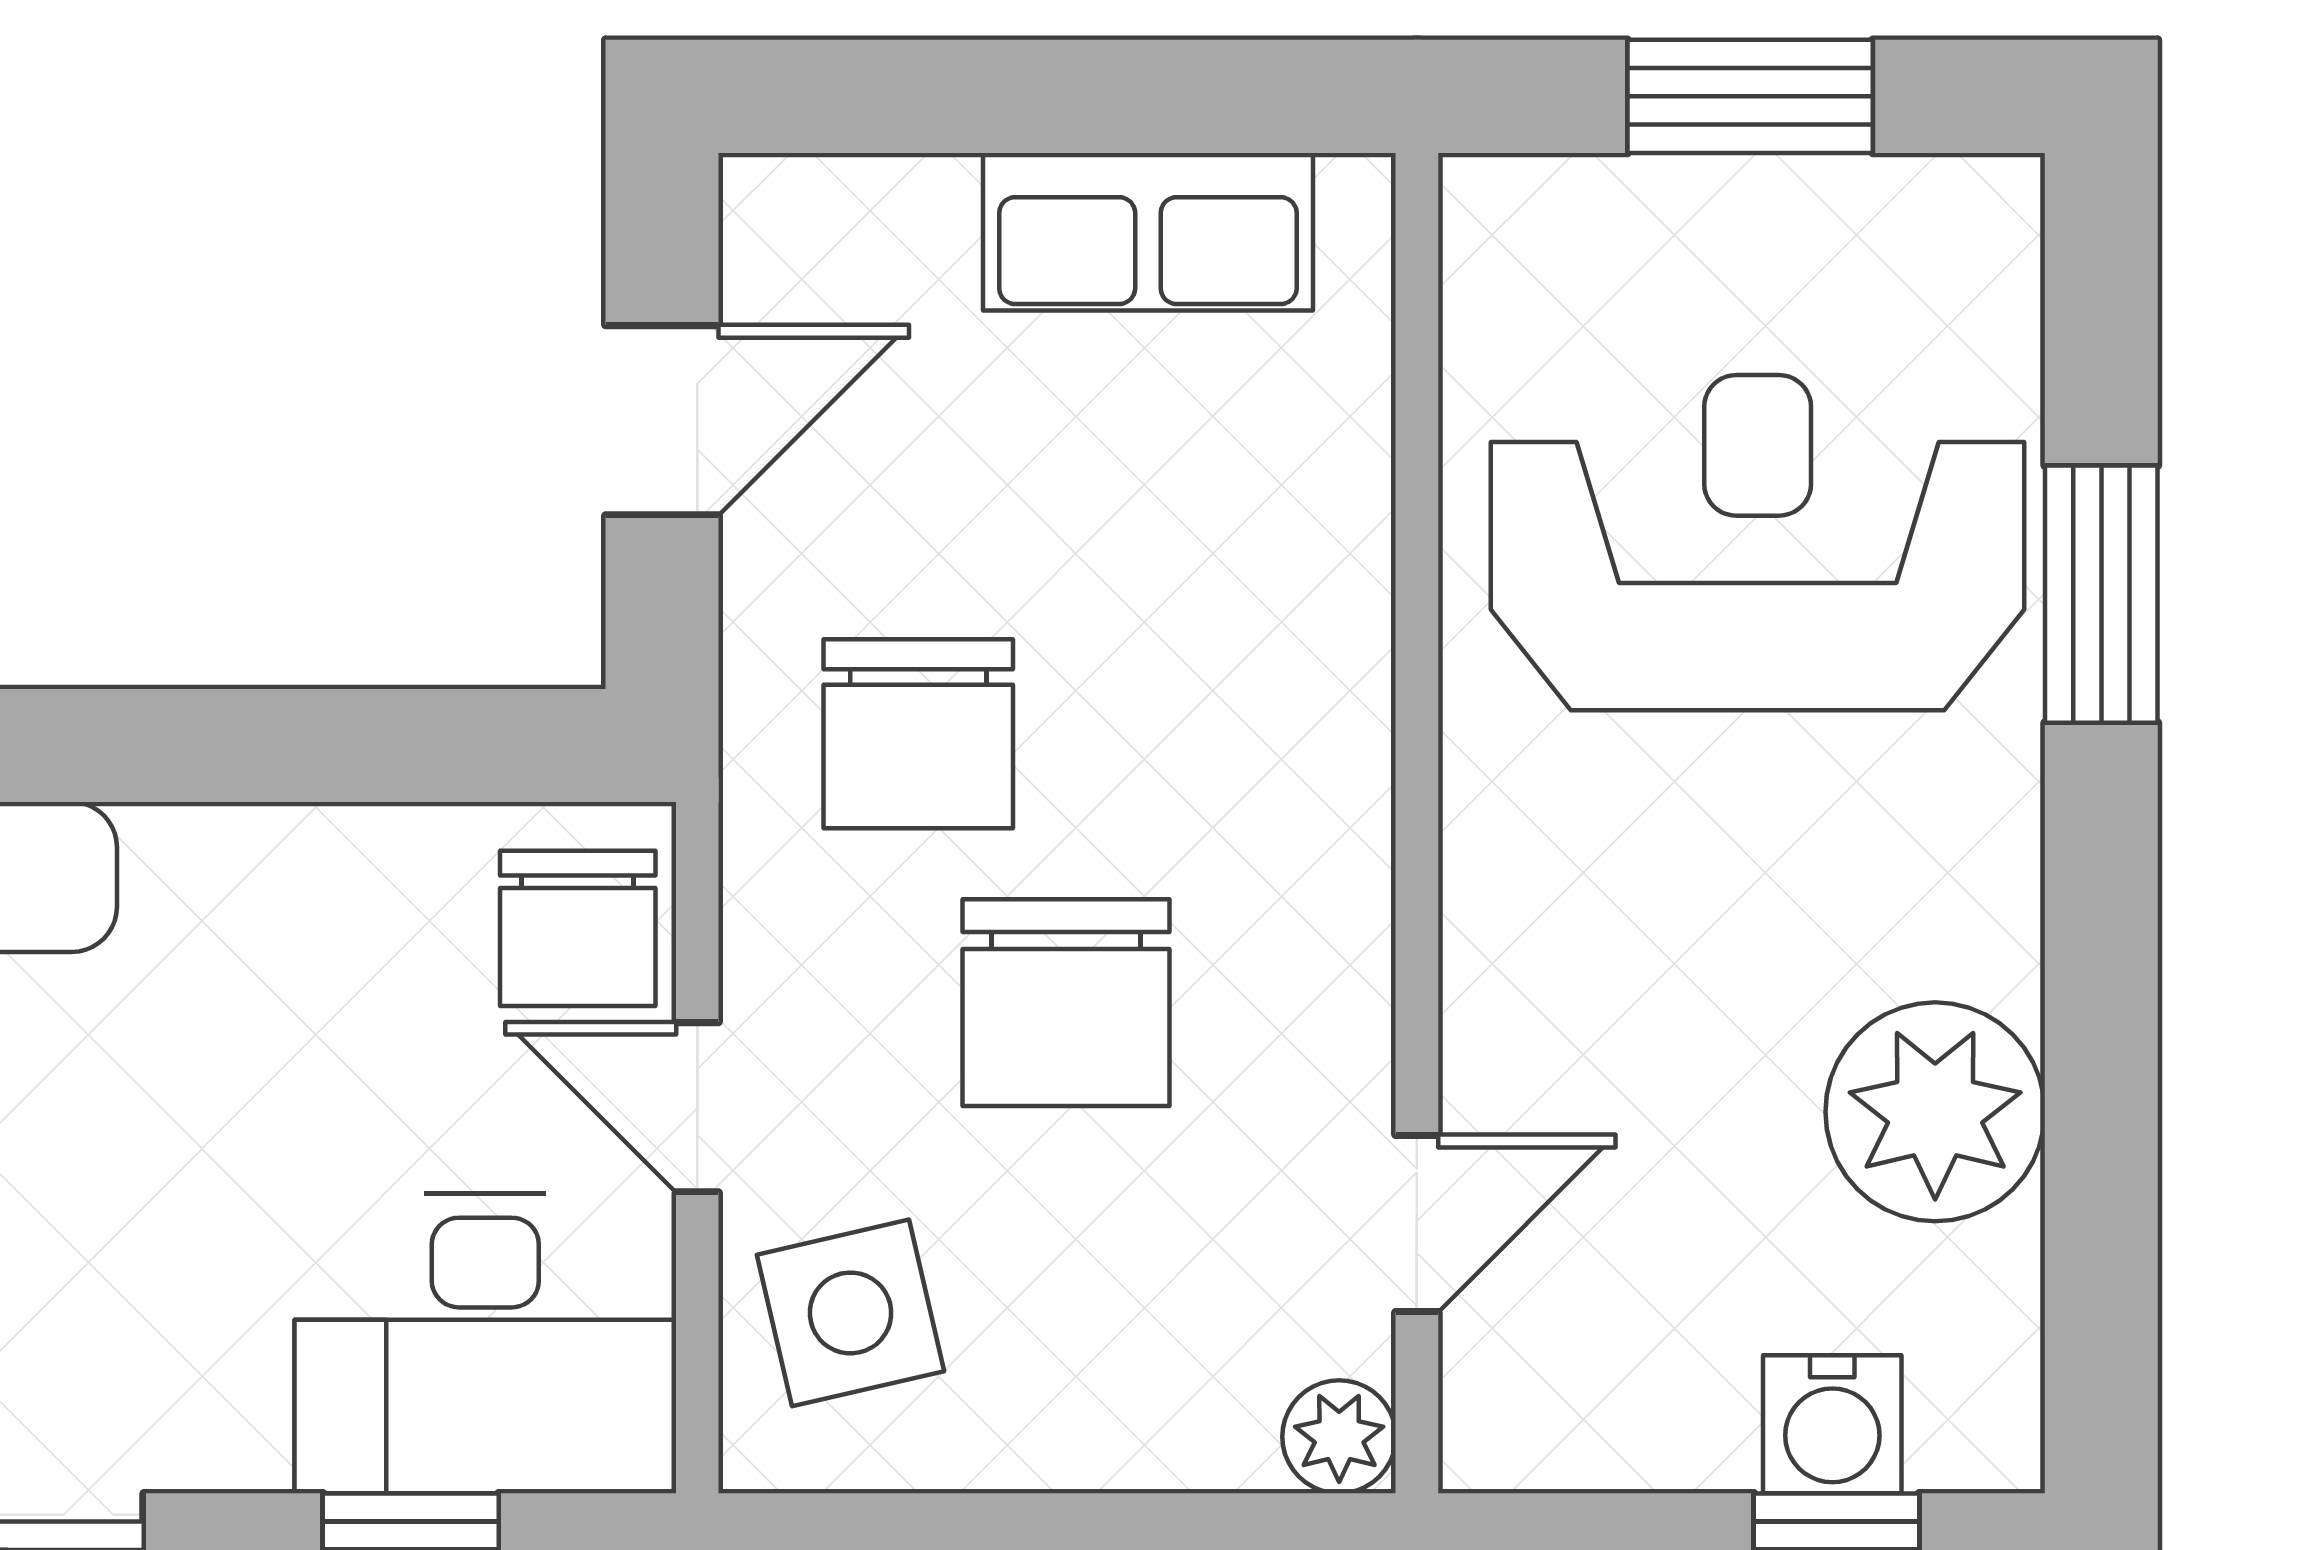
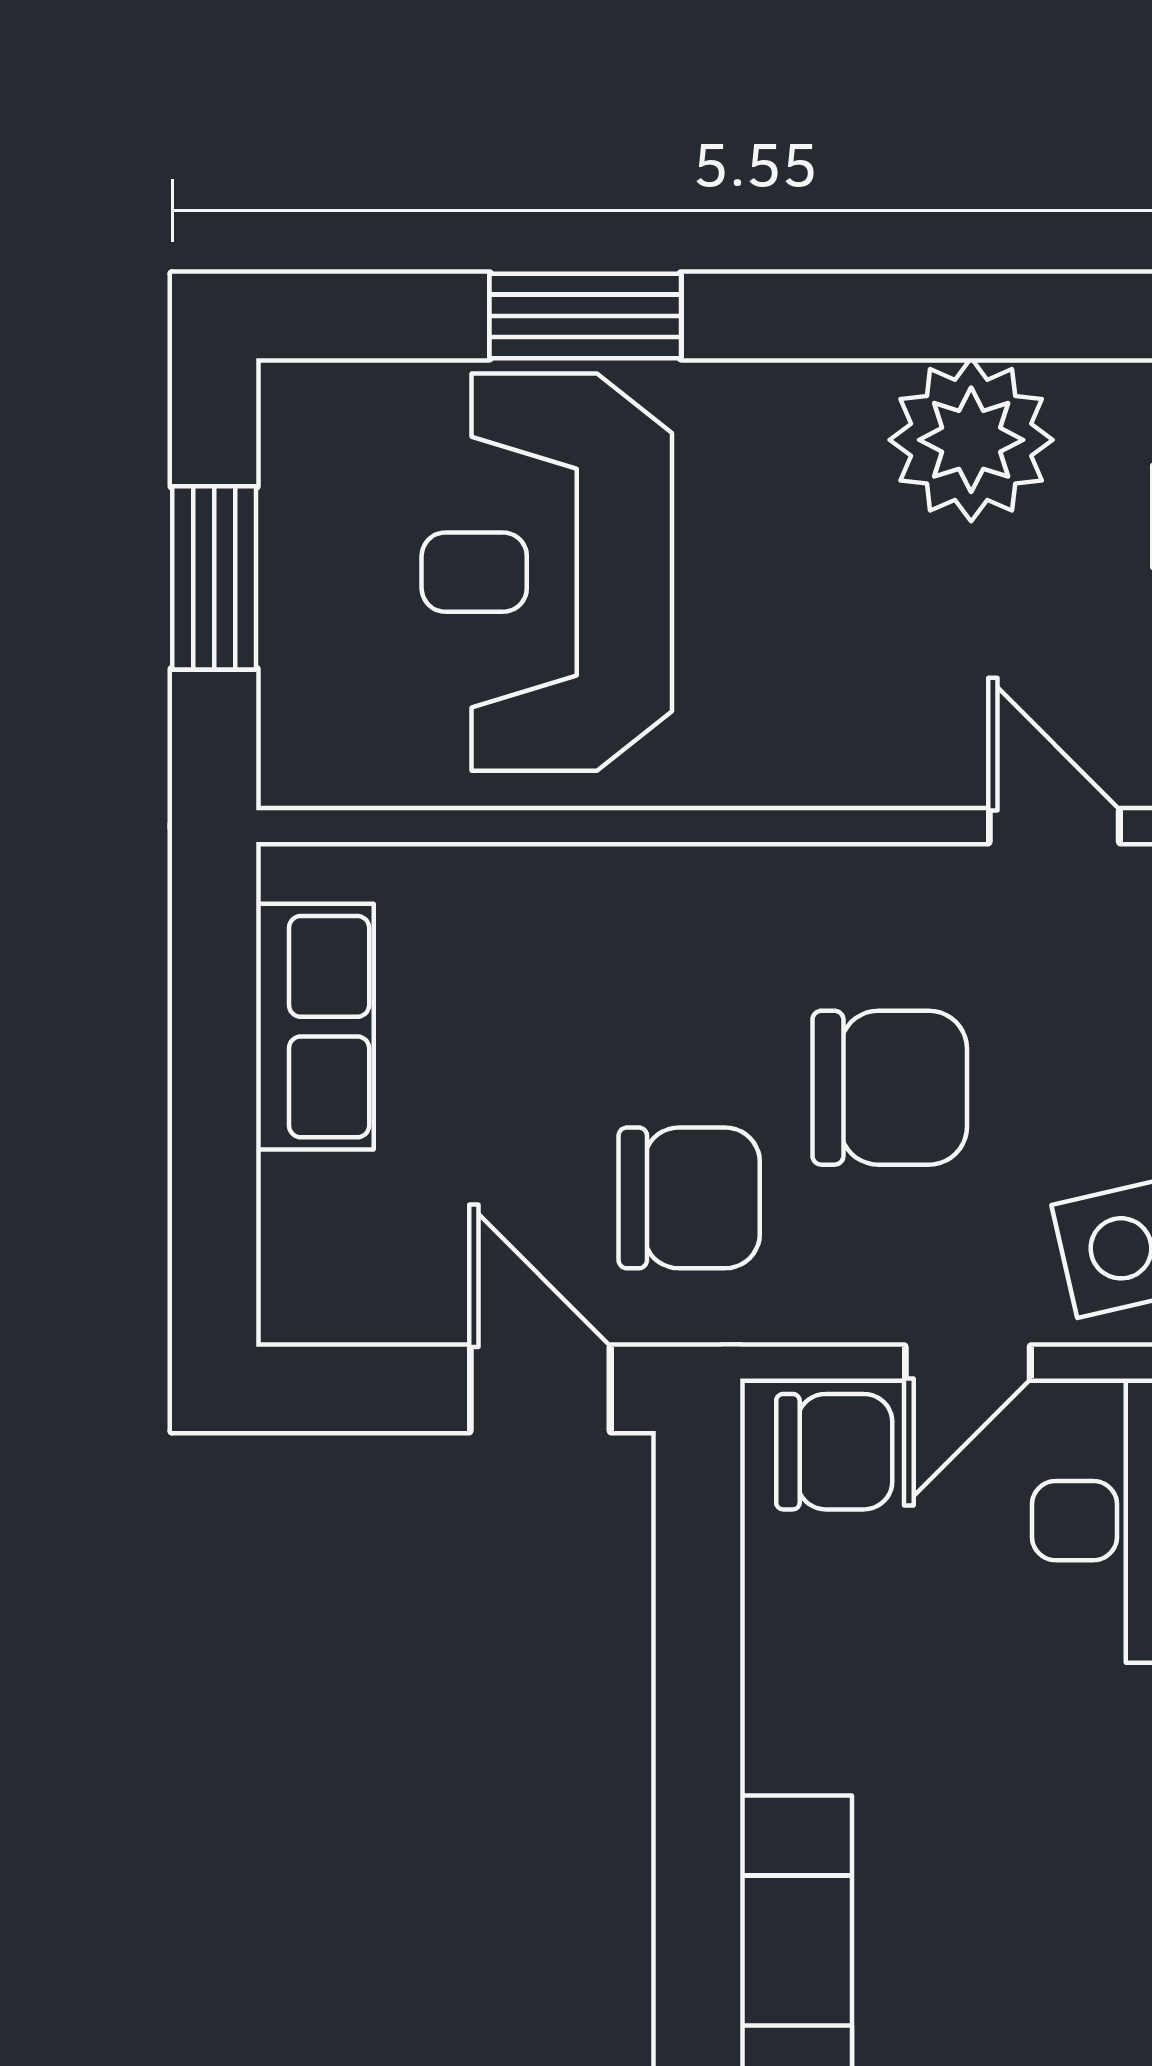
door: (662, 420) -> (540, 1389), moved

